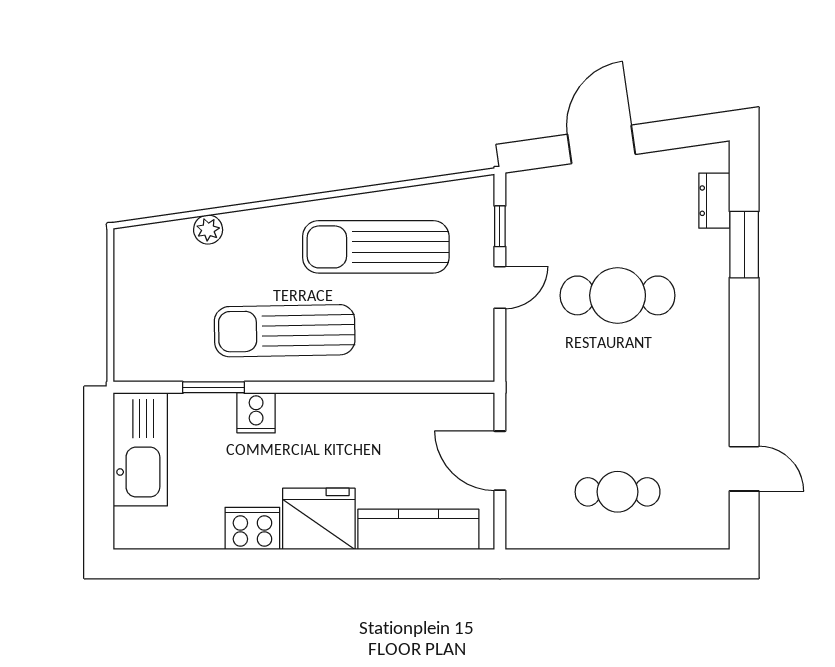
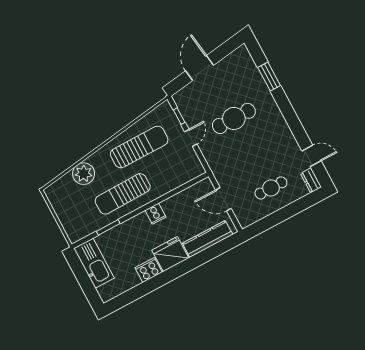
dresser: (714, 201) -> (311, 180), moved
plant: (208, 230) -> (84, 174), width x1.87, depth x1.87
sun lounger: (376, 247) -> (139, 147), turned 180
cooker: (256, 413) -> (155, 214), moved

